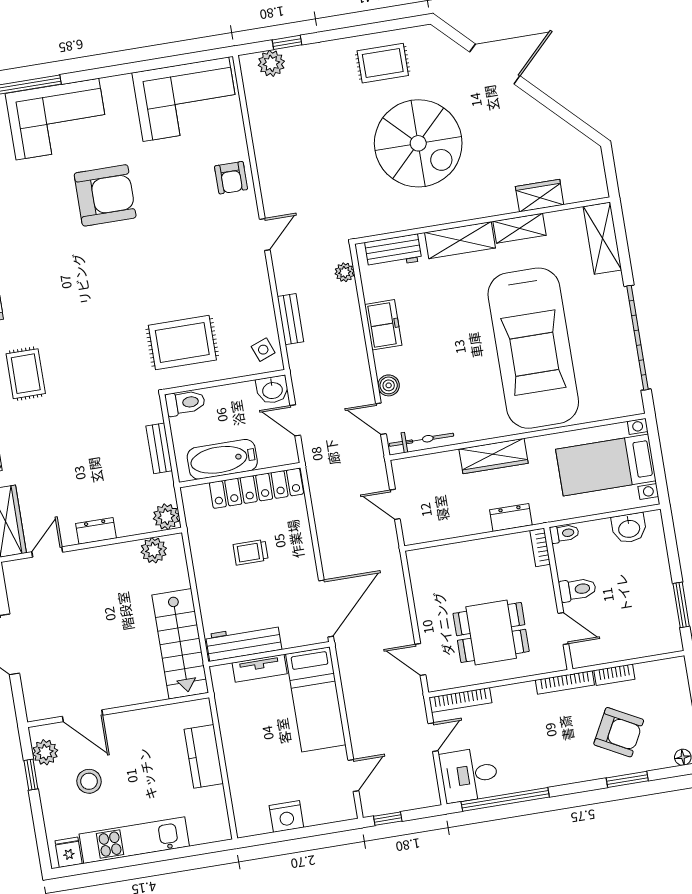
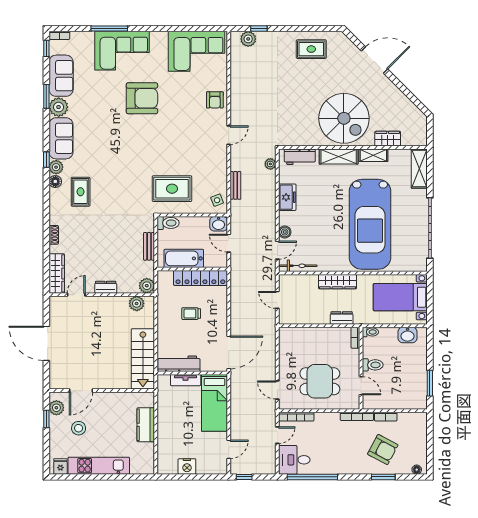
spiral stairs: (418, 143) -> (344, 118), moved
door: (381, 419) -> (277, 250), swing flipped
door: (83, 716) -> (81, 391), hinge flipped

